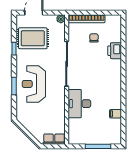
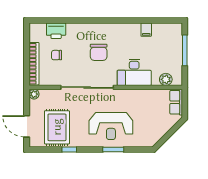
printer: (115, 51) -> (56, 31), moved
chair: (96, 73) -> (99, 52), added
plant: (73, 130) -> (166, 79), added

